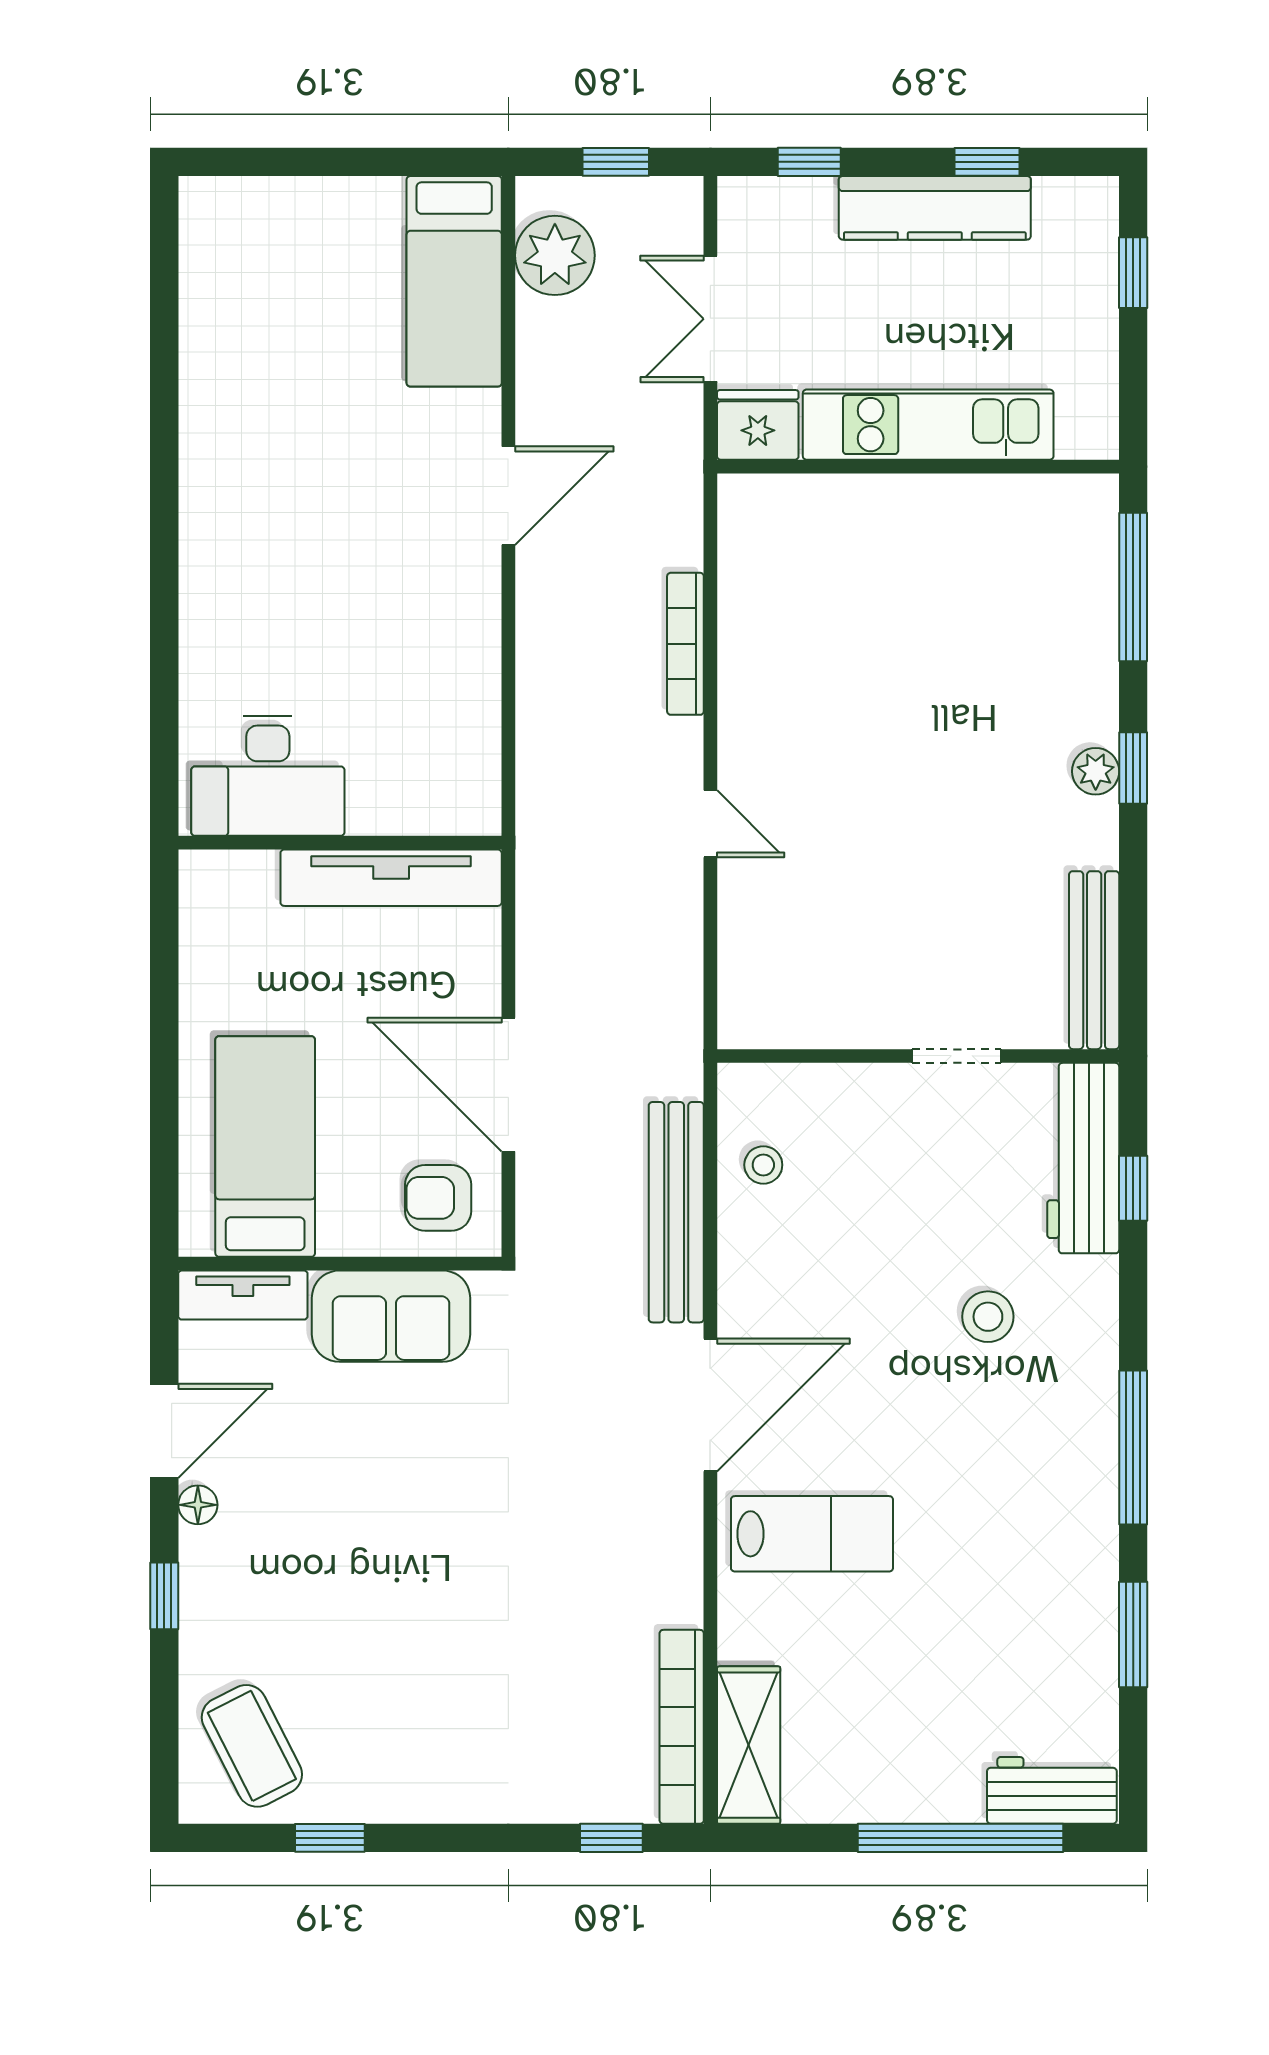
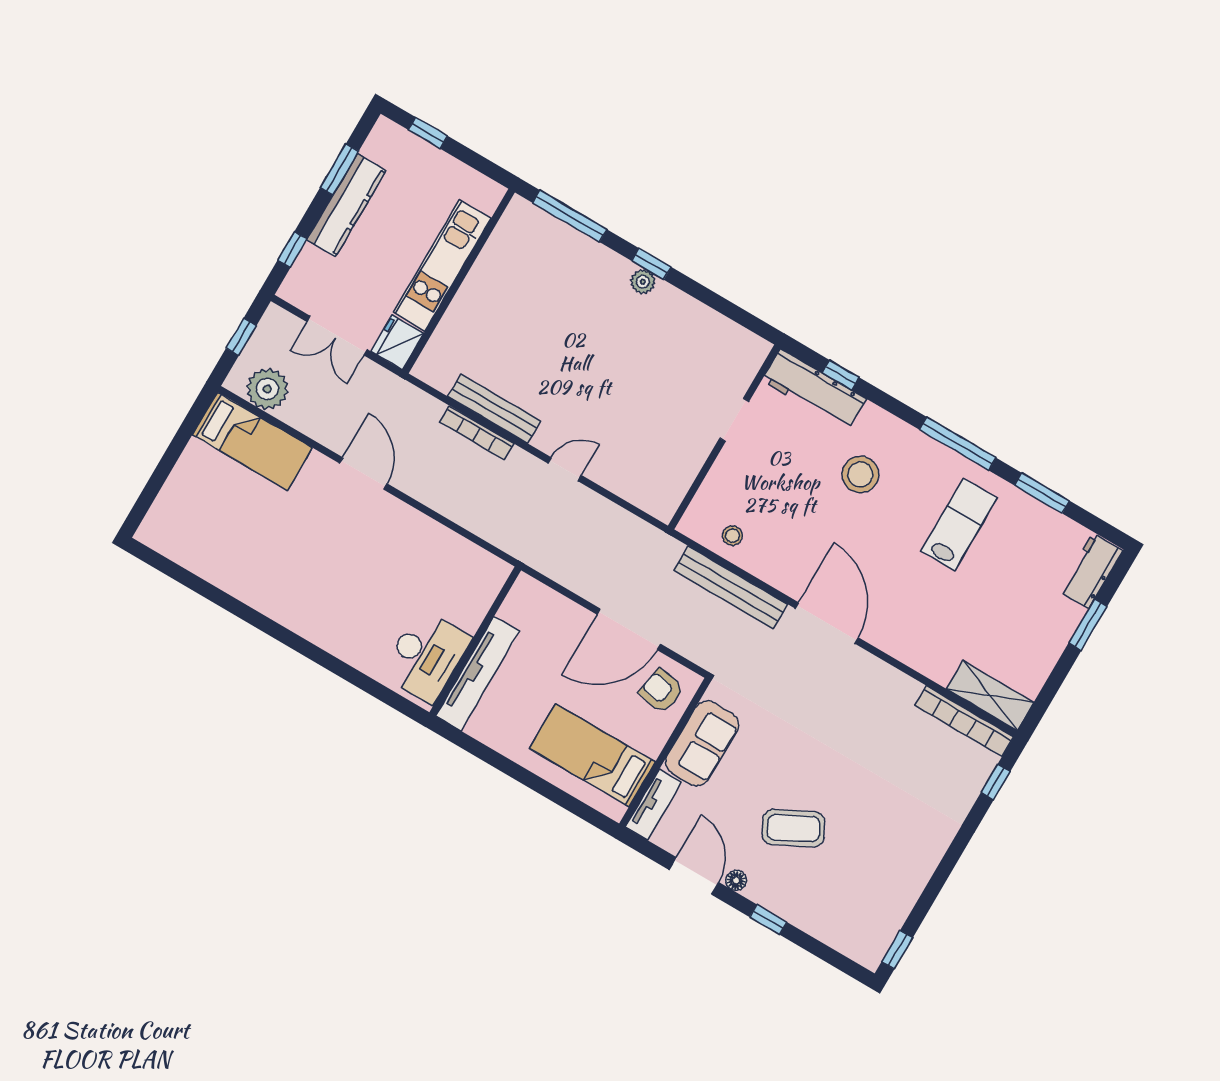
window: (987, 162) -> (339, 169), width x1.50
tv unit: (391, 878) -> (477, 674), moved
bench: (1094, 960) -> (494, 409), moved
armchair: (438, 1198) -> (661, 691), turned 100
stool: (988, 1317) -> (860, 474), width x1.38, depth x1.38
lab bench: (812, 1534) -> (959, 524), moved
coffee table: (252, 1746) -> (793, 828), moved
window: (330, 1838) -> (897, 950), moved
window: (961, 1838) -> (1088, 625), width x0.47

